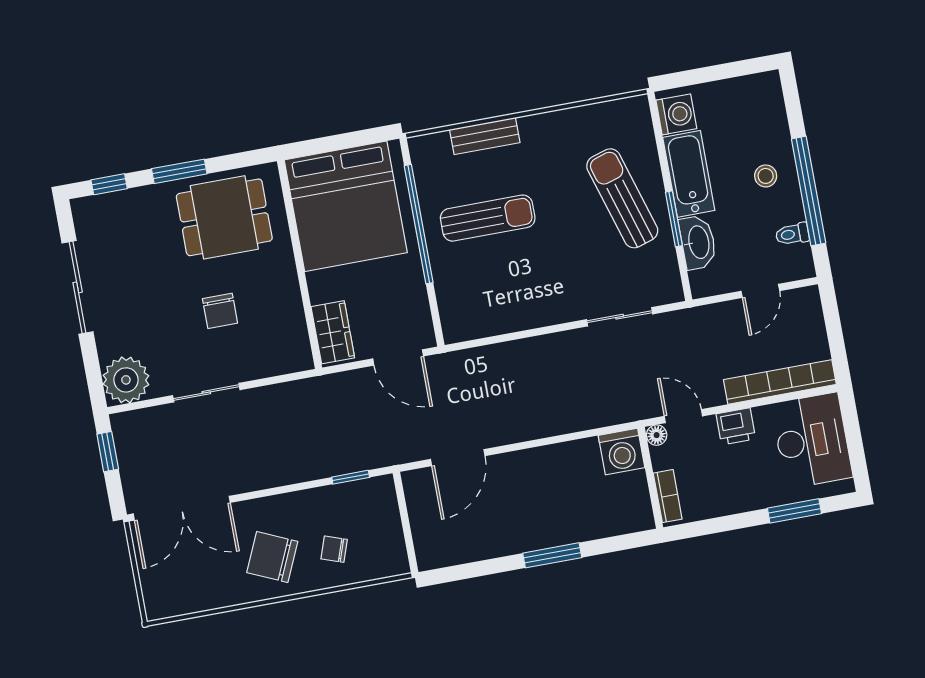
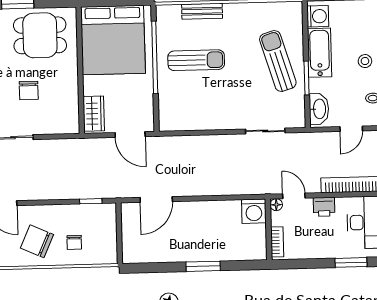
washbasin: (698, 242) -> (319, 109), moved
chair: (334, 549) -> (74, 242), turned -109

